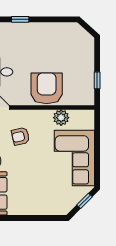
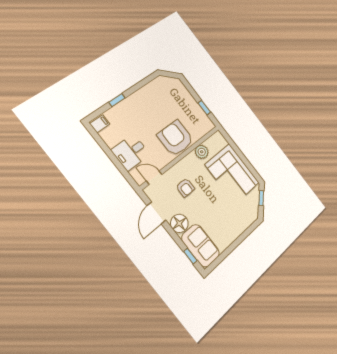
armchair: (21, 136) -> (185, 188), turned -77

